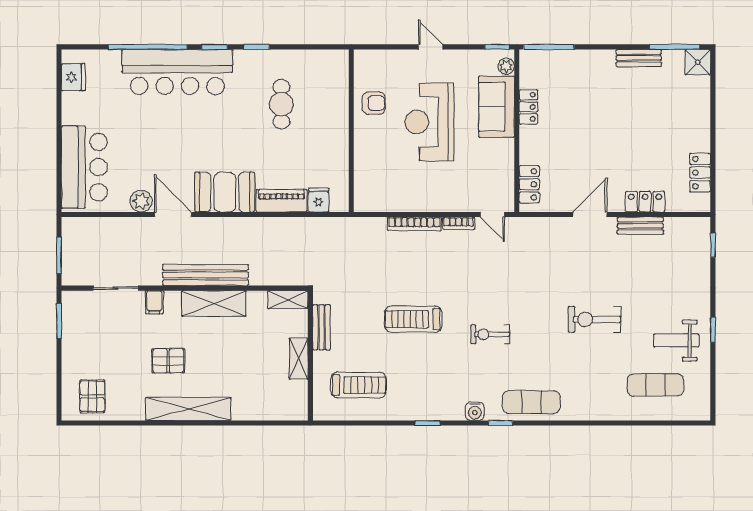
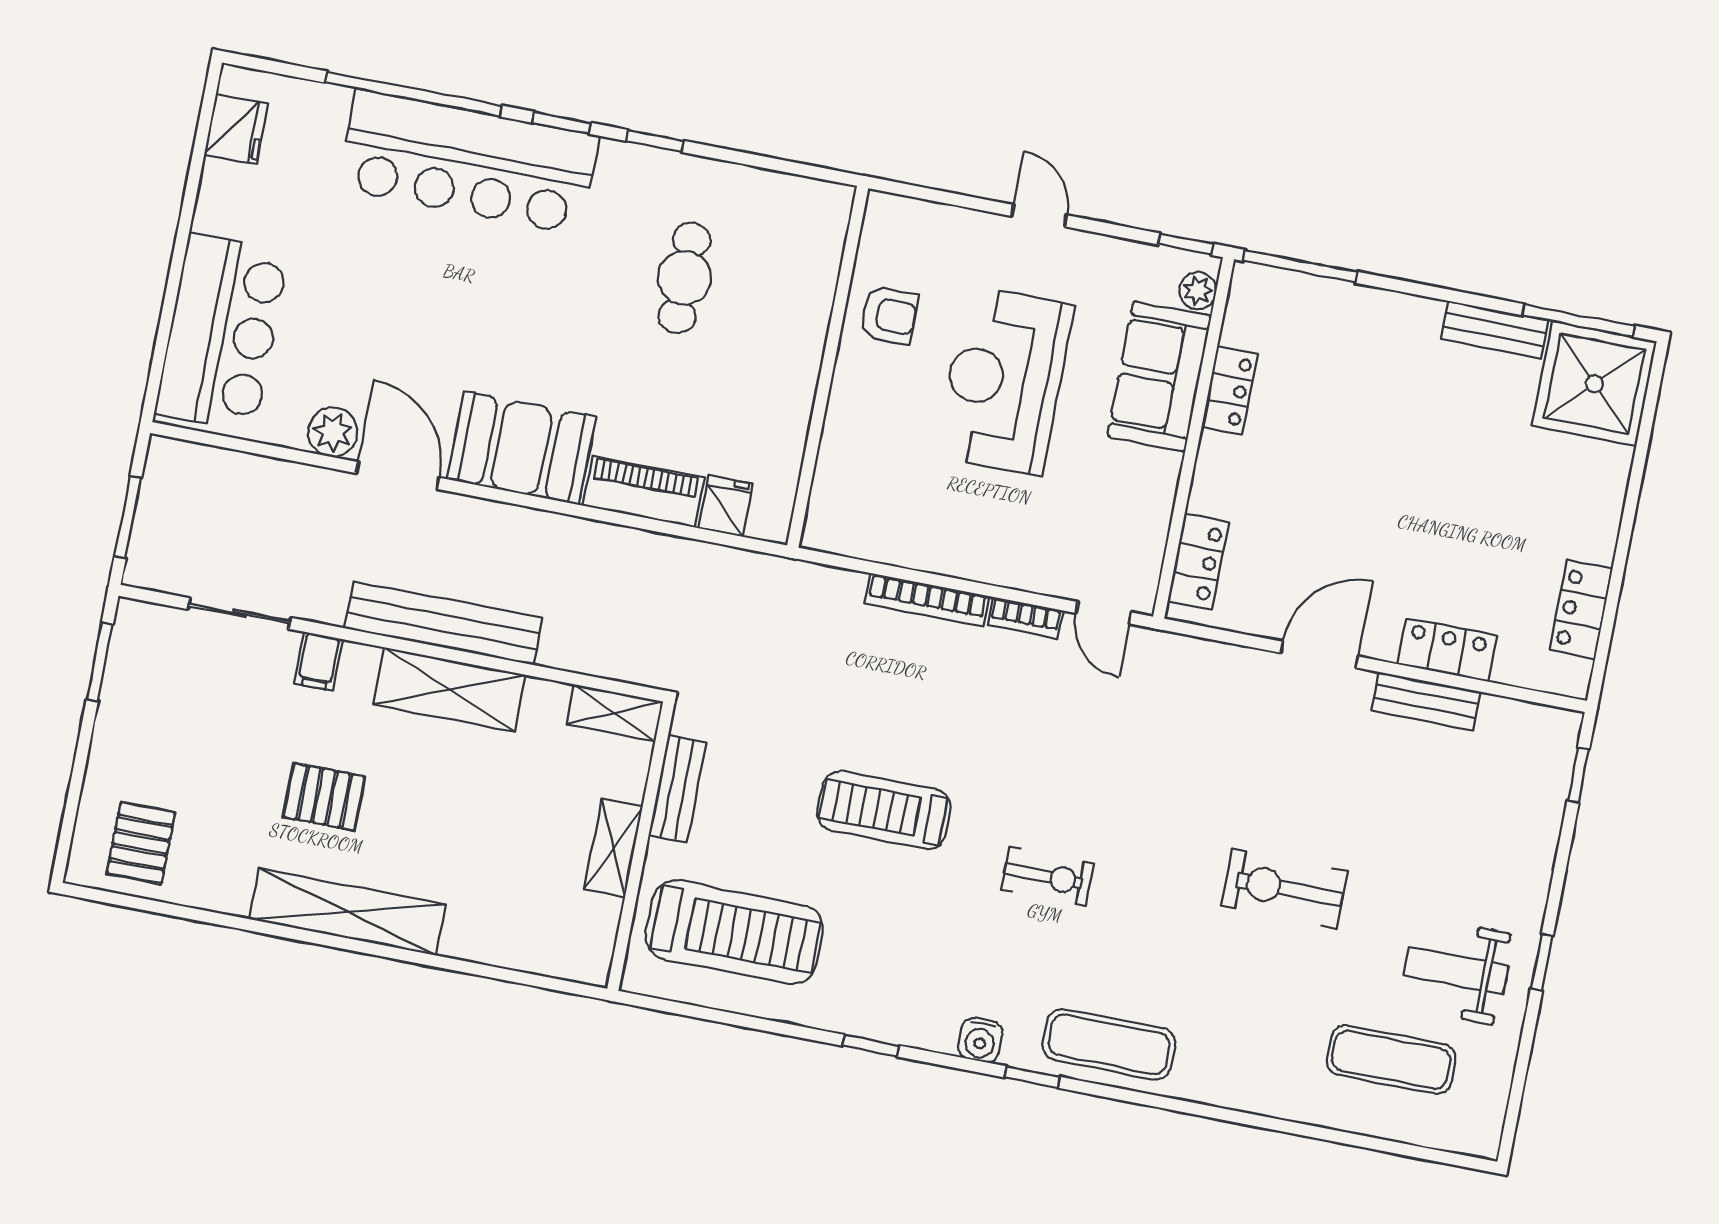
shower: (698, 62) -> (1594, 384), width x1.86, depth x1.86
exercise bike: (490, 334) -> (1048, 877), turned 180
treadmill: (358, 385) -> (734, 932), width x1.37, depth x1.38

